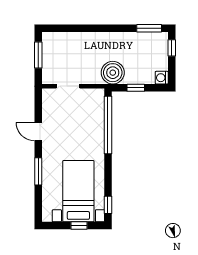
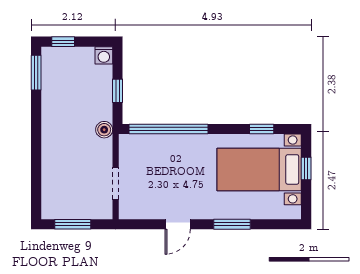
boiler: (113, 73) -> (104, 130), width x0.54, depth x0.54
window: (108, 205) -> (262, 129), moved

